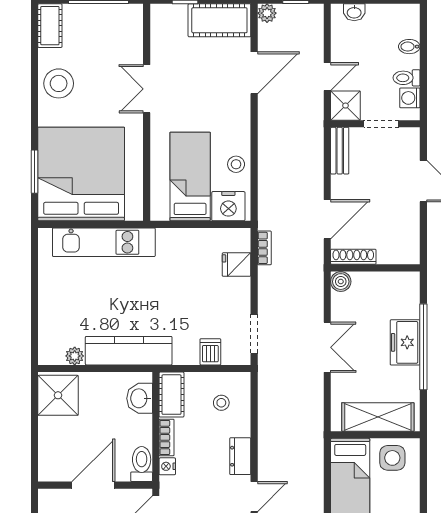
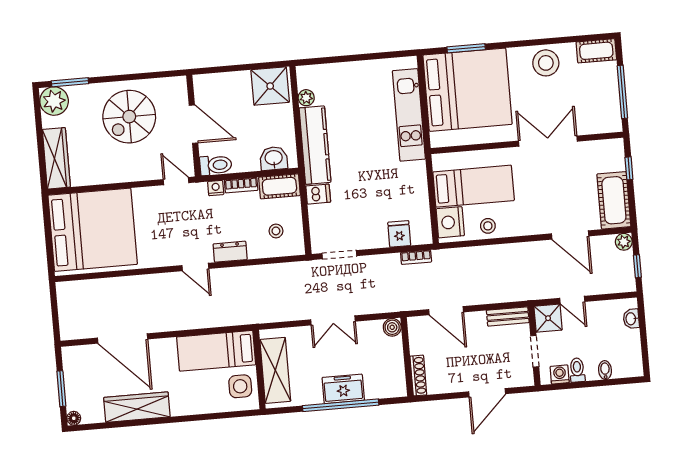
double door: (147, 89) -> (548, 141), width x1.37
shoe rack: (353, 257) -> (418, 375), moved
dishwasher: (210, 352) -> (318, 194), moved

